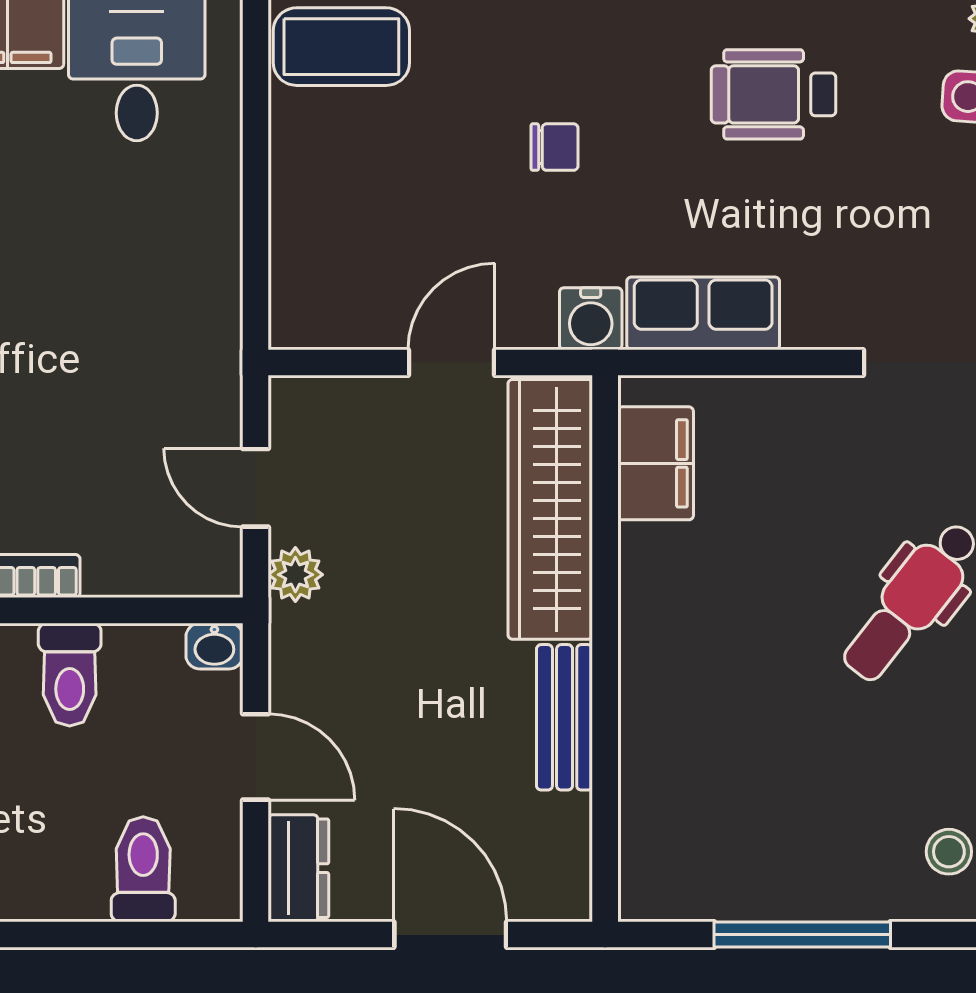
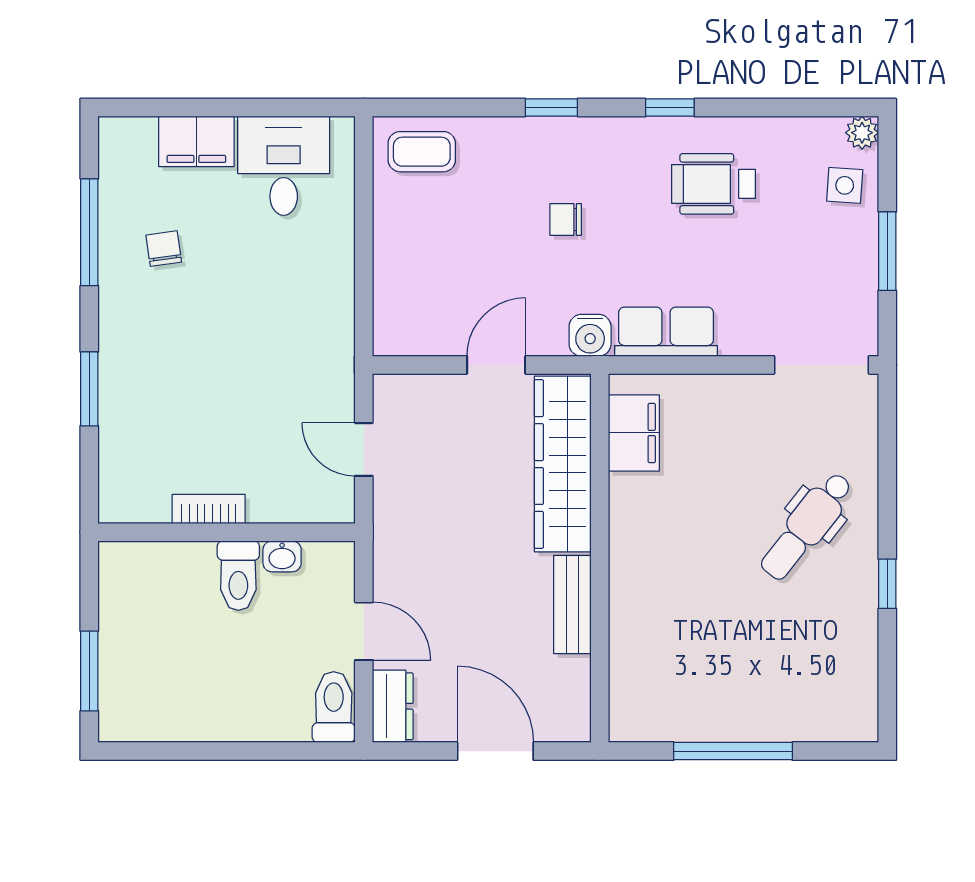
coffee table: (341, 47) -> (422, 152), width x0.73, depth x0.77
chair: (554, 147) -> (566, 219), turned 180
plant: (295, 575) -> (391, 508), removed
washbasin: (214, 646) -> (282, 556), moved
stool: (949, 852) -> (832, 695), removed
toilet: (143, 869) -> (334, 707), moved

